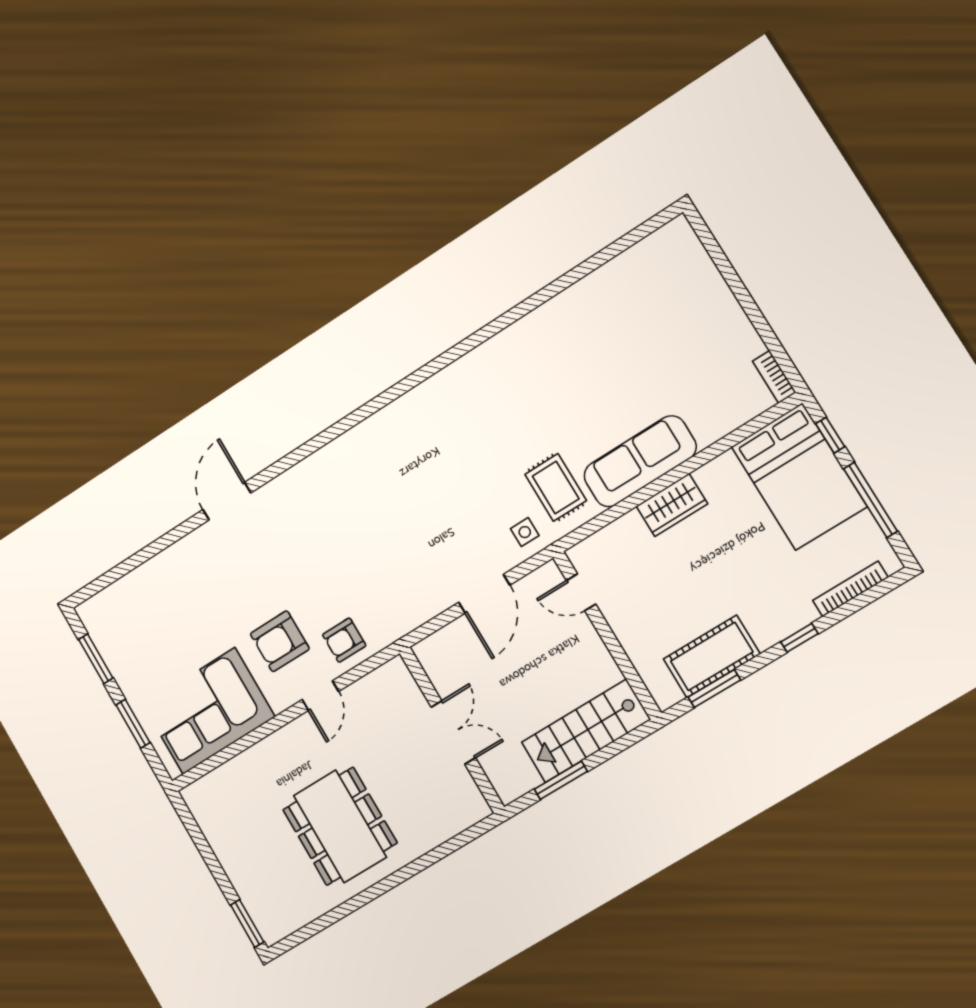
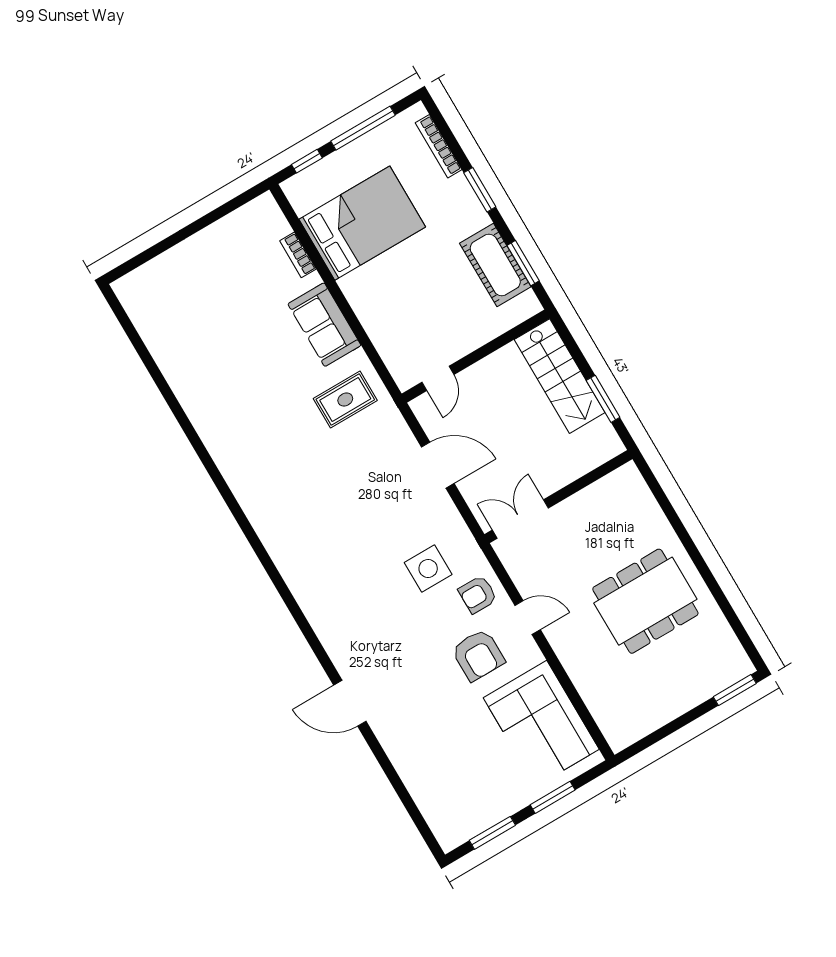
bookcase: (774, 377) -> (298, 255), moved, turned 90
sofa: (640, 461) -> (324, 325), width x0.73
bed: (799, 477) -> (362, 223), moved
wardrobe: (672, 505) -> (363, 297), removed
side table: (525, 532) -> (428, 568), moved, width x1.87, depth x1.87
window: (799, 638) -> (480, 190), width x1.50
armchair: (344, 640) -> (478, 594), turned 90
double door: (453, 732) -> (520, 519), moved

